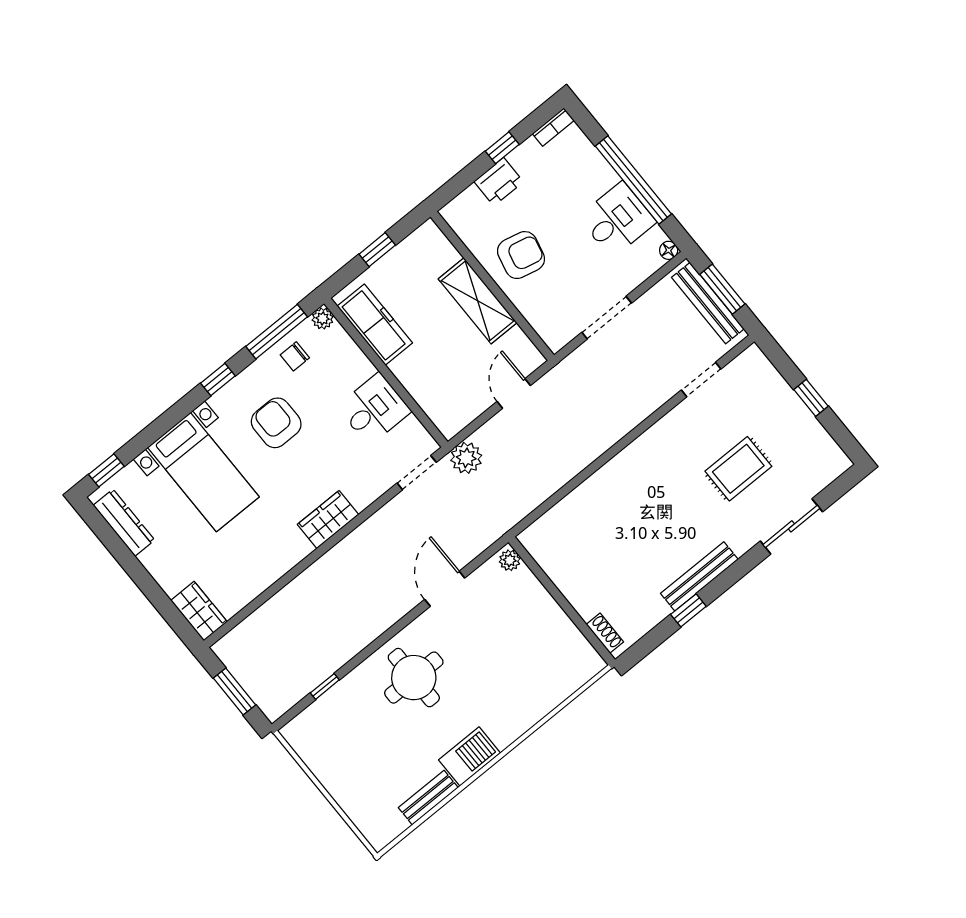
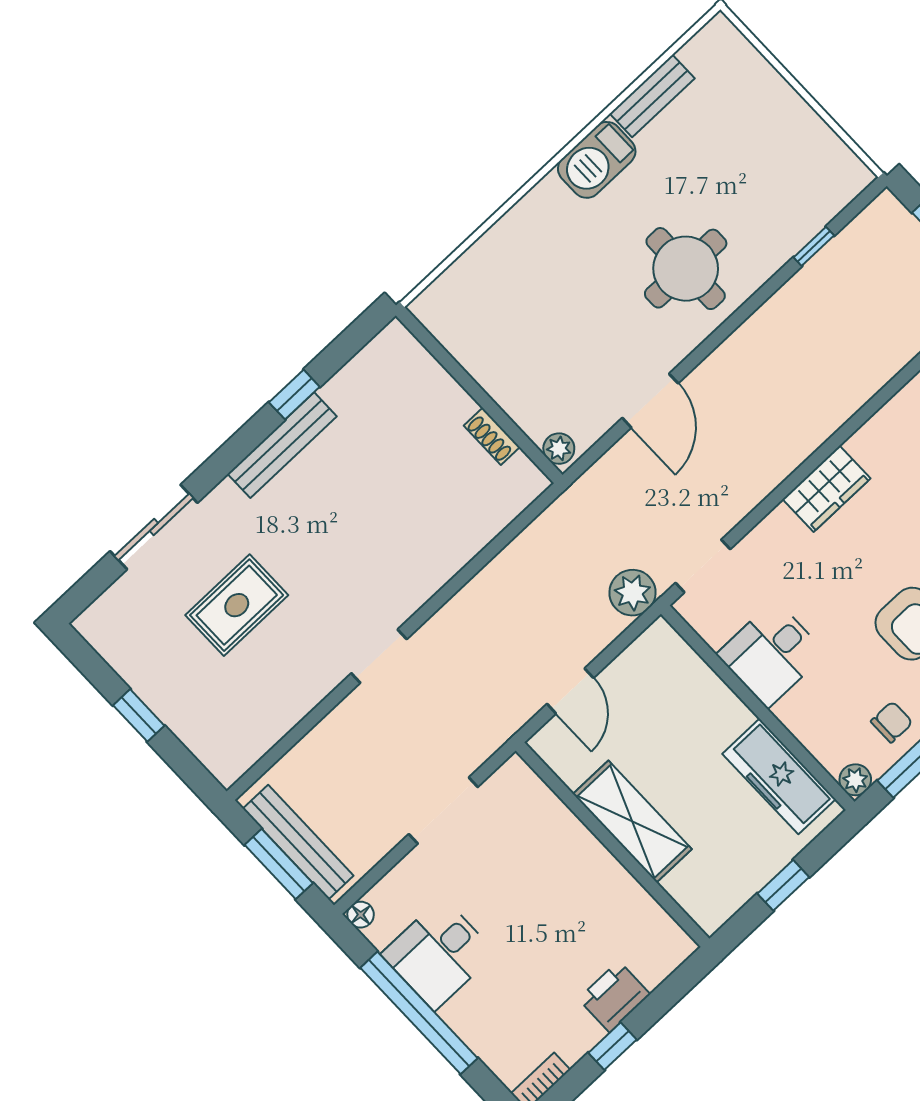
armchair: (521, 255) -> (574, 892), removed
doorway: (701, 380) -> (379, 656), moved
shoe rack: (605, 633) -> (492, 436), moved

